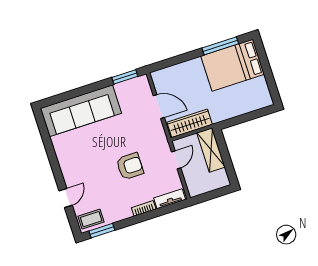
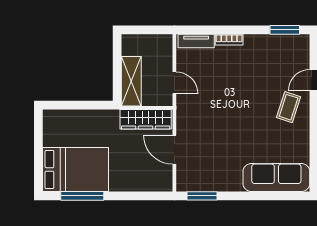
sofa: (81, 111) -> (276, 178), width x0.74, depth x0.79
door: (176, 160) -> (174, 83), swing flipped
armchair: (130, 166) -> (229, 93), removed
coffee table: (91, 219) -> (289, 107), moved, turned -72

